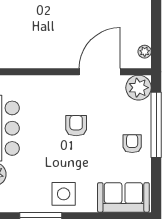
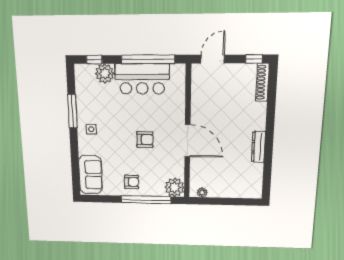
door: (100, 72) -> (187, 141), moved
side table: (64, 194) -> (91, 129), width x0.54, depth x0.54

